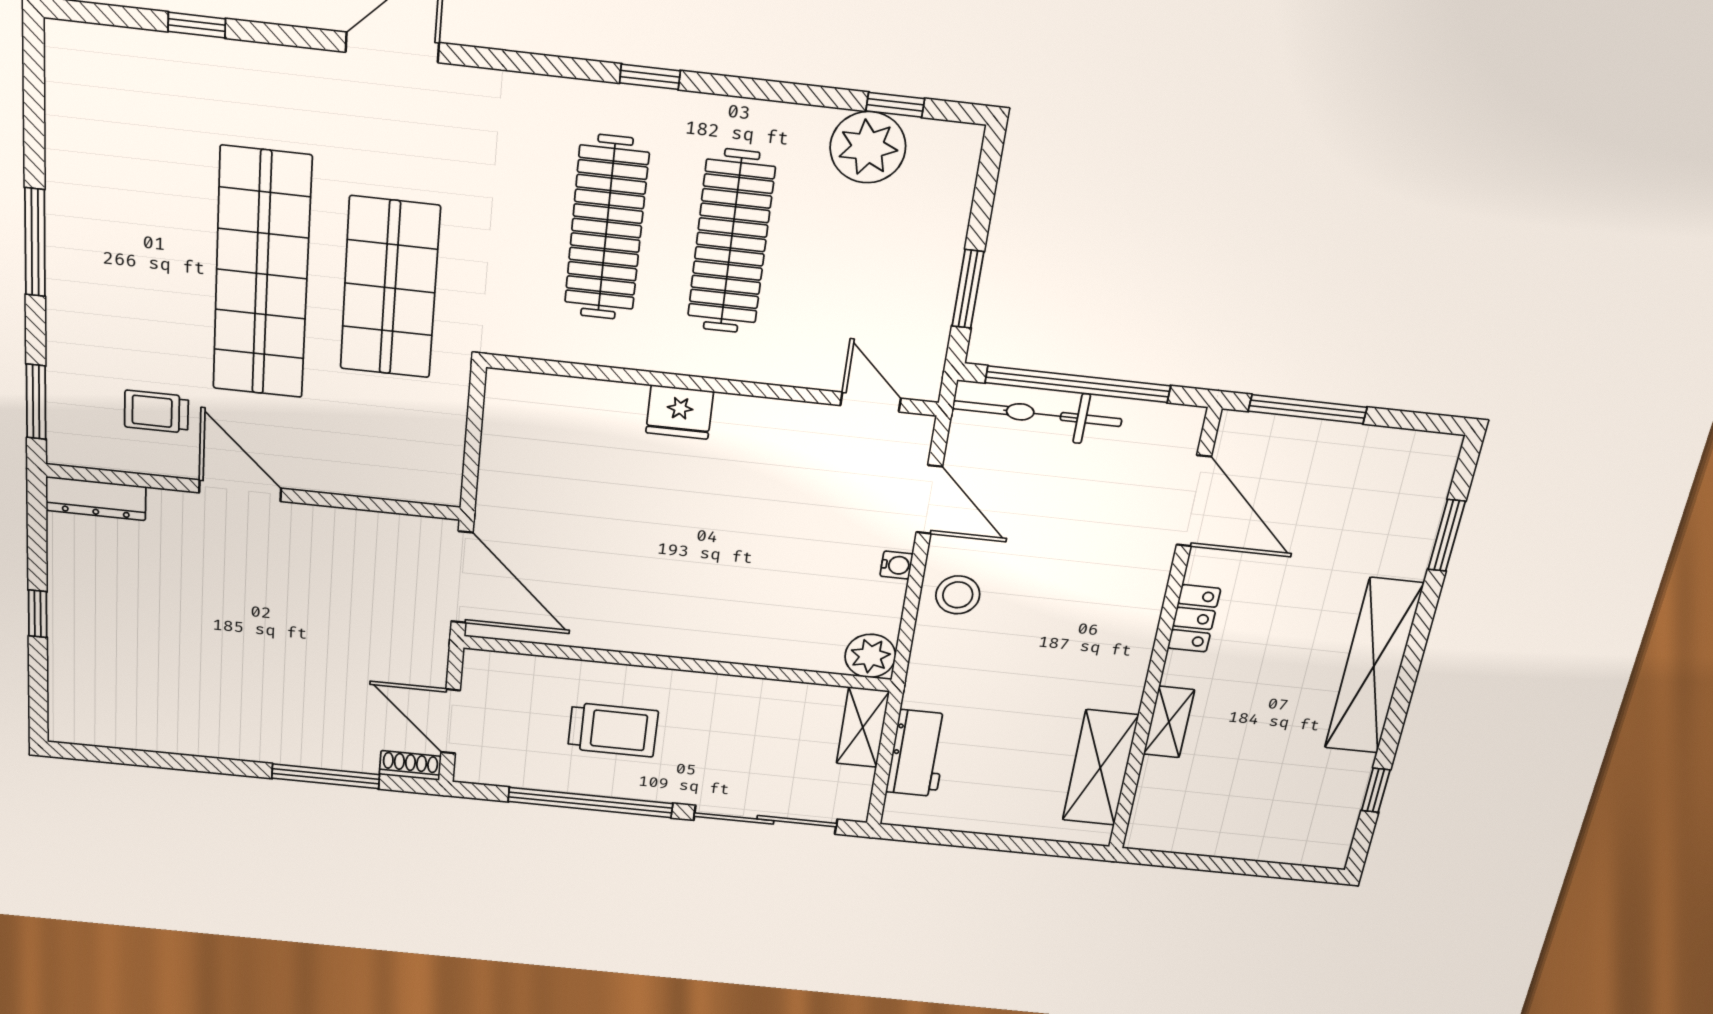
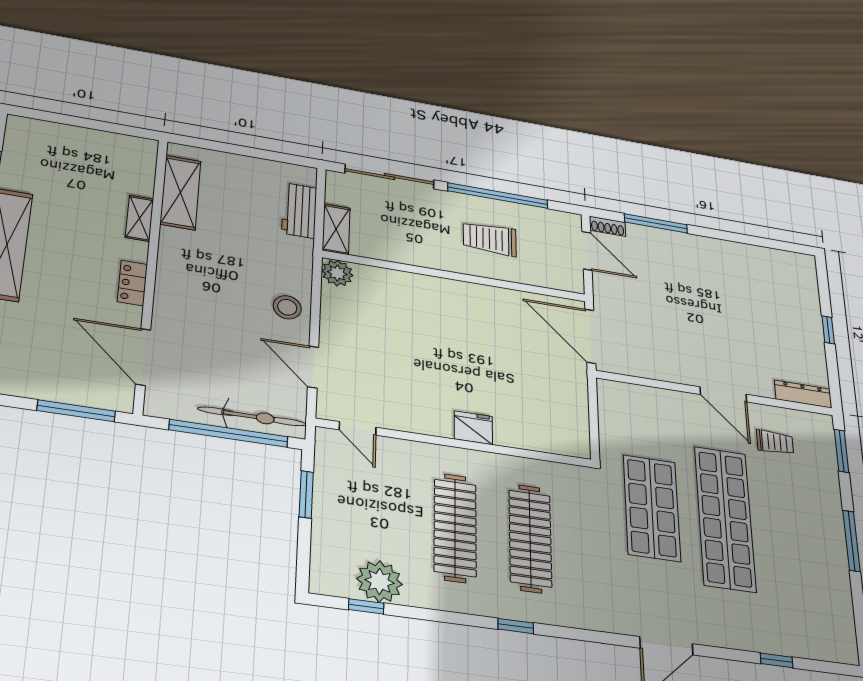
water cooler: (896, 565) -> (328, 328), removed

